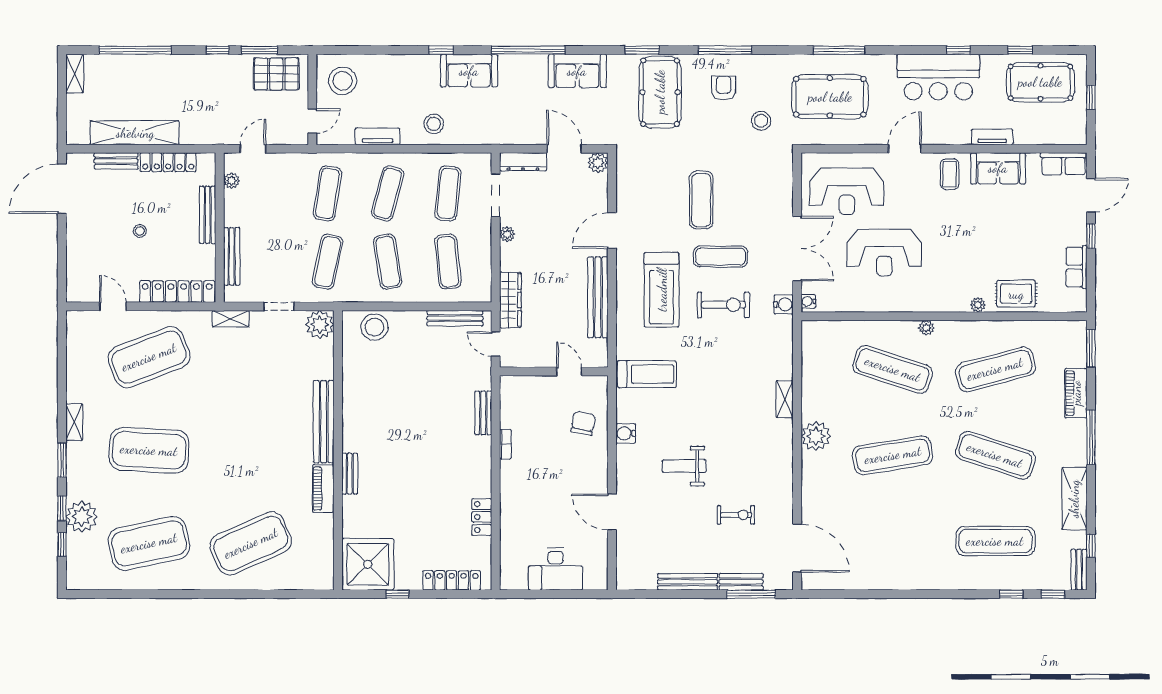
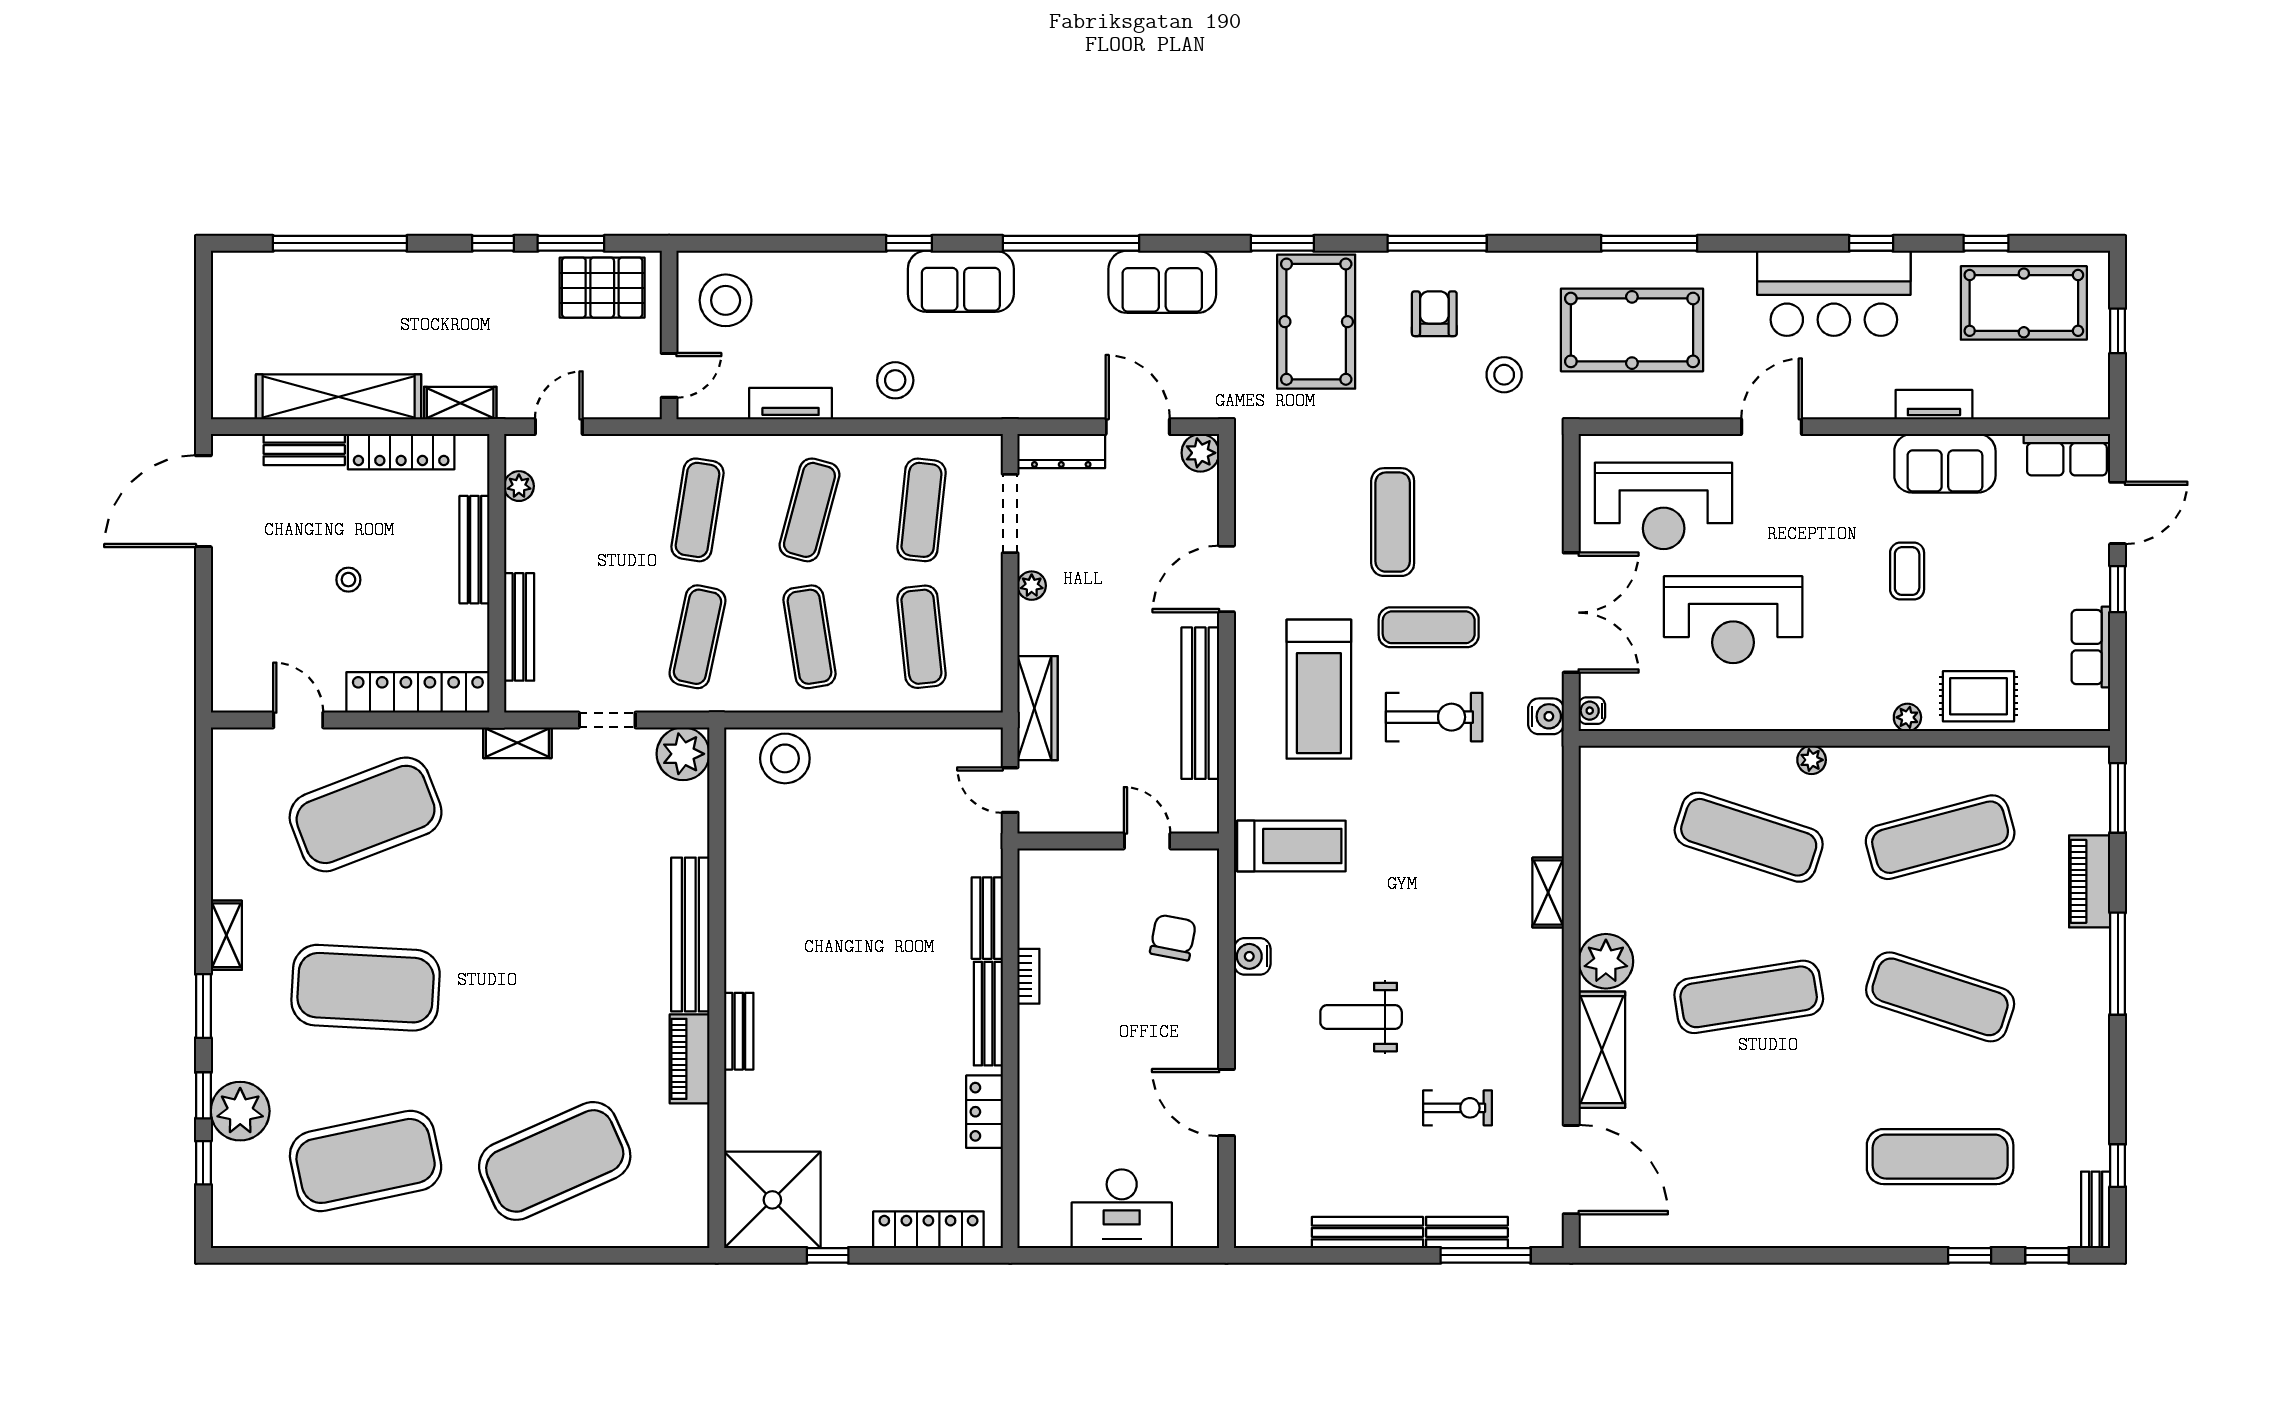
shelving: (75, 74) -> (460, 403), moved, turned 90
coffee table: (950, 174) -> (1907, 571), moved
bench: (455, 318) -> (988, 1014), moved, turned 90
shelving: (1074, 499) -> (1602, 1050), moved

